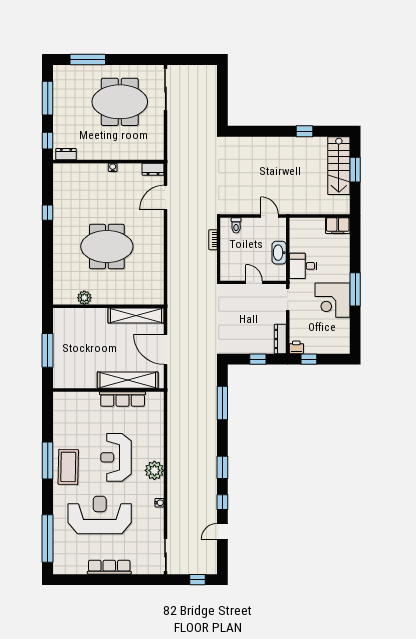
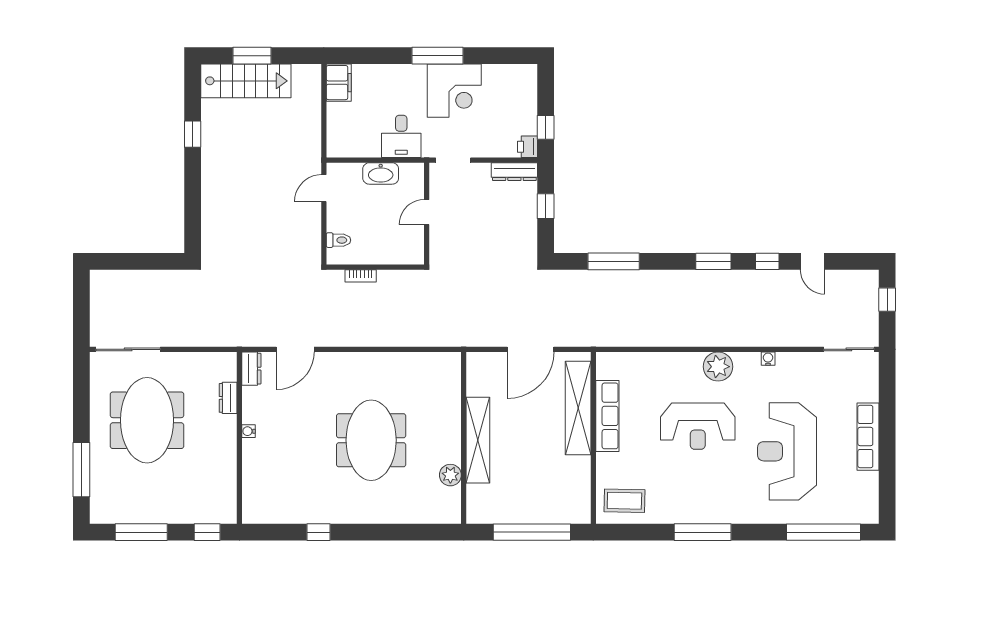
dresser: (66, 154) -> (228, 398), moved
door: (165, 197) -> (295, 349), hinge flipped
shelving: (136, 315) -> (478, 440), moved
window: (48, 350) -> (532, 532), width x1.46
coffee table: (68, 467) -> (624, 501), moved, width x0.73, depth x0.76

